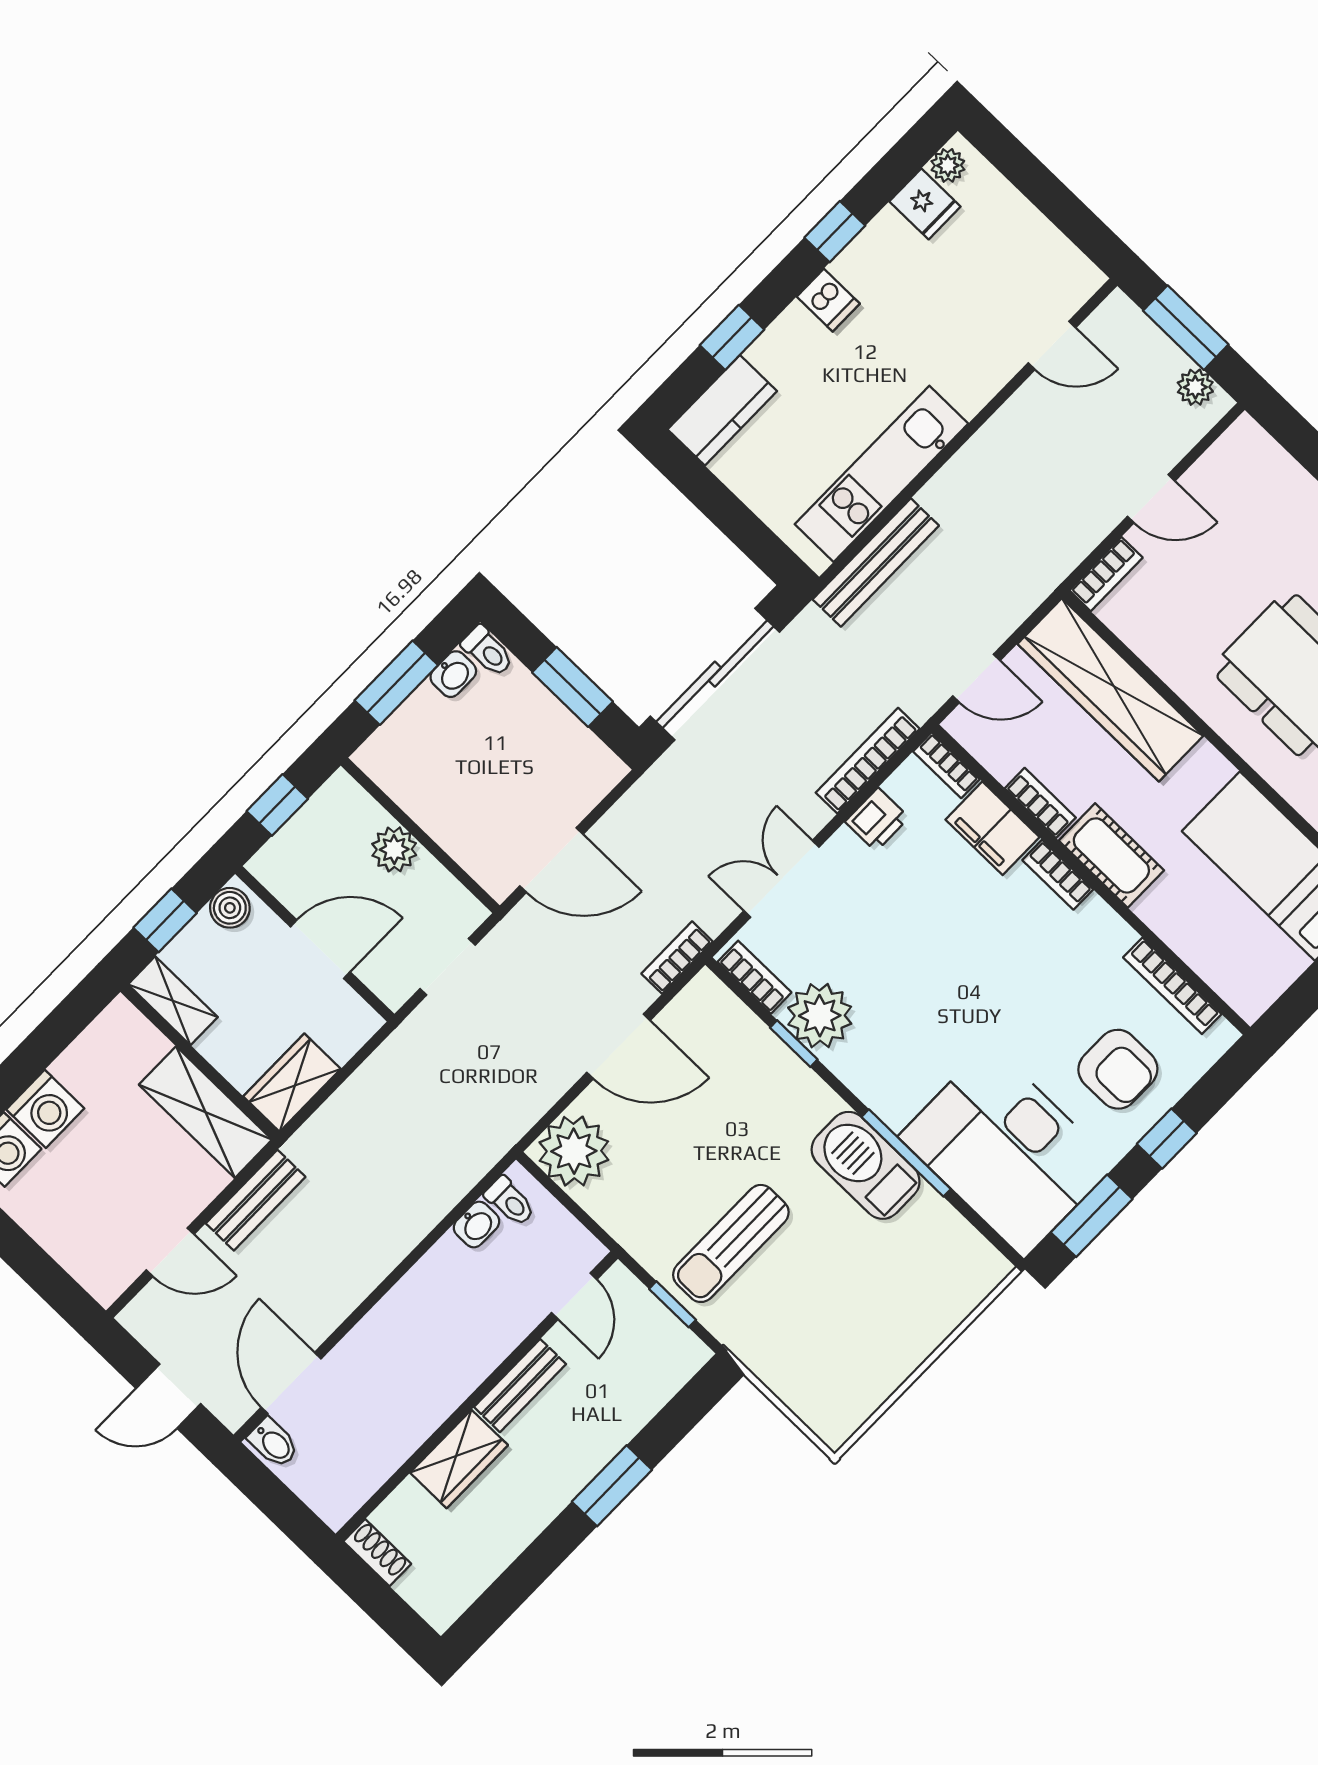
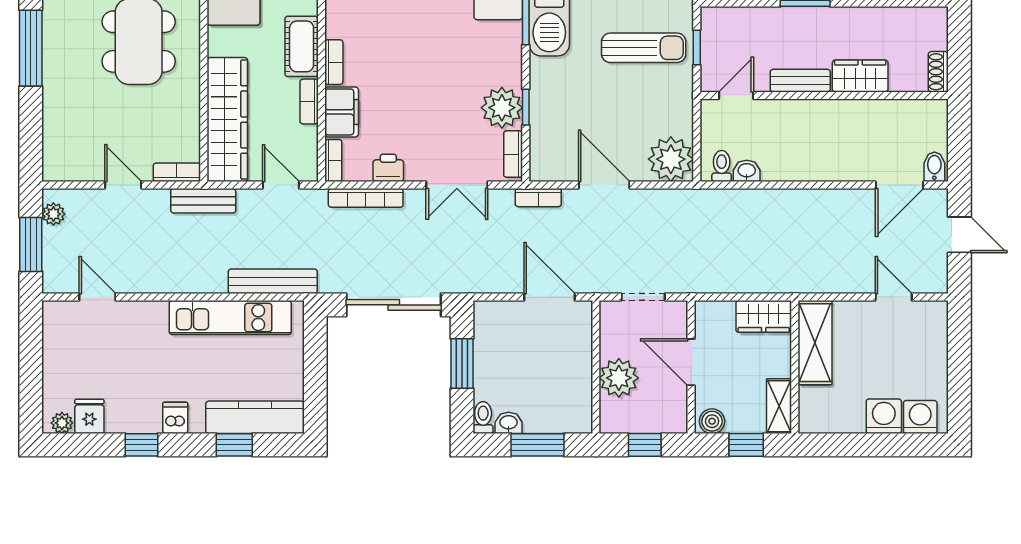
kitchen counter: (722, 410) -> (255, 417), width x1.50
plant: (394, 849) -> (619, 378), width x1.36, depth x1.36
bench: (256, 1200) -> (203, 201), moved

